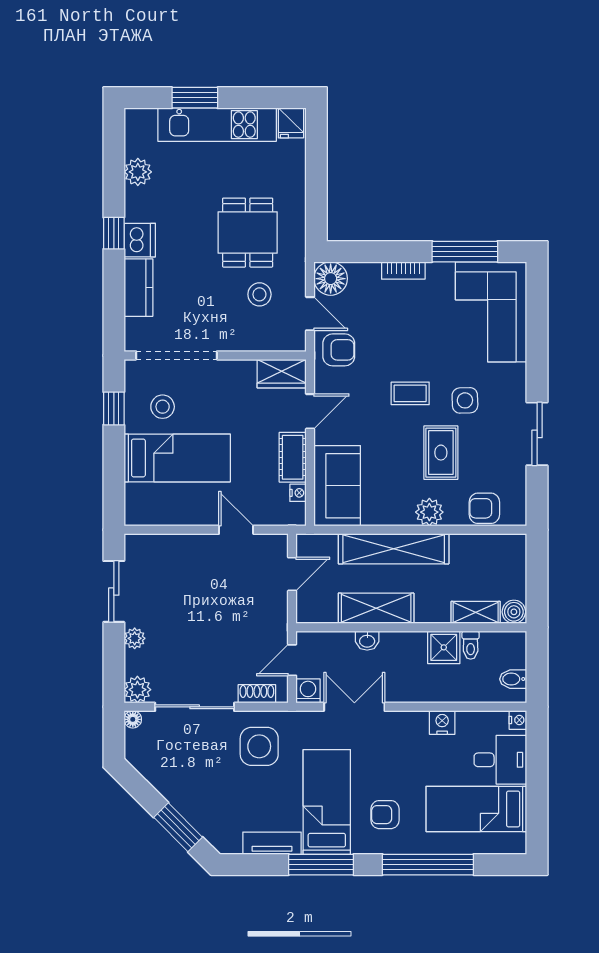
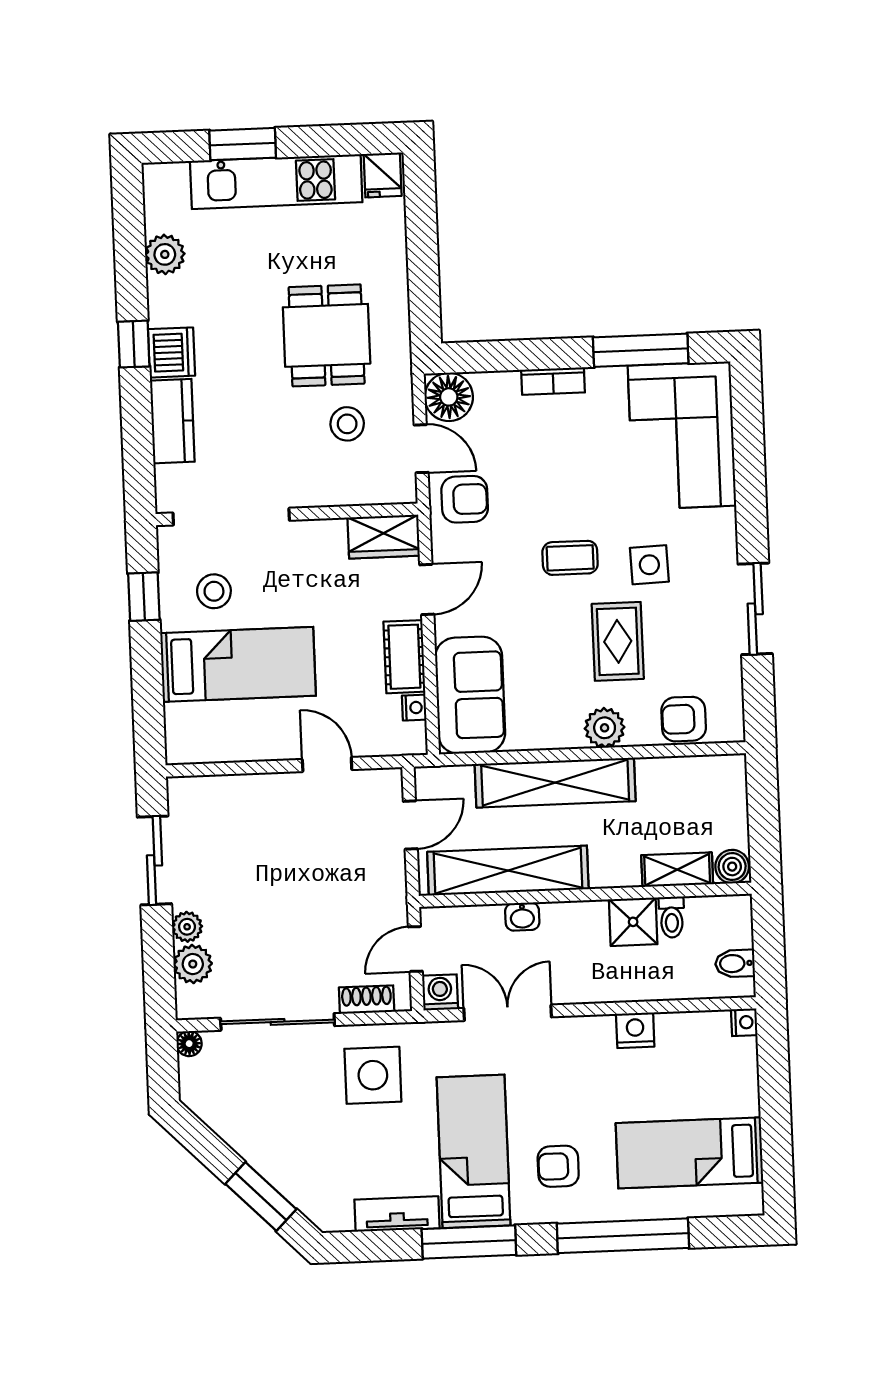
shelving: (376, 608) -> (508, 871), width x1.47
plant: (137, 690) -> (193, 964), moved
desk: (500, 760) -> (721, 1081), removed

